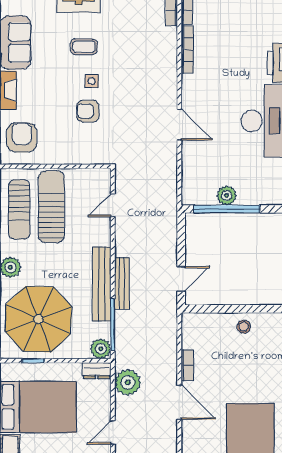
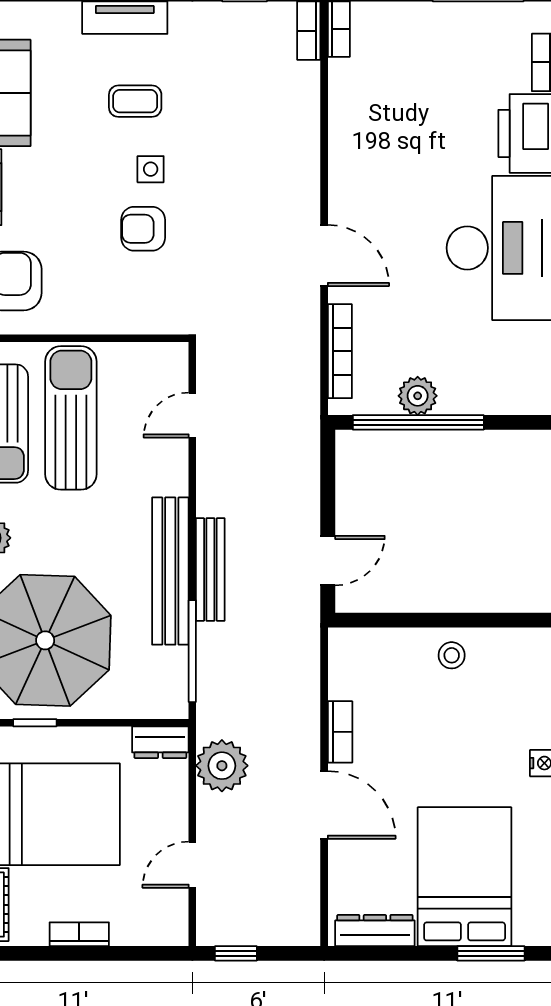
bookcase: (187, 49) -> (340, 351), moved
plant: (101, 349) -> (169, 699), removed

